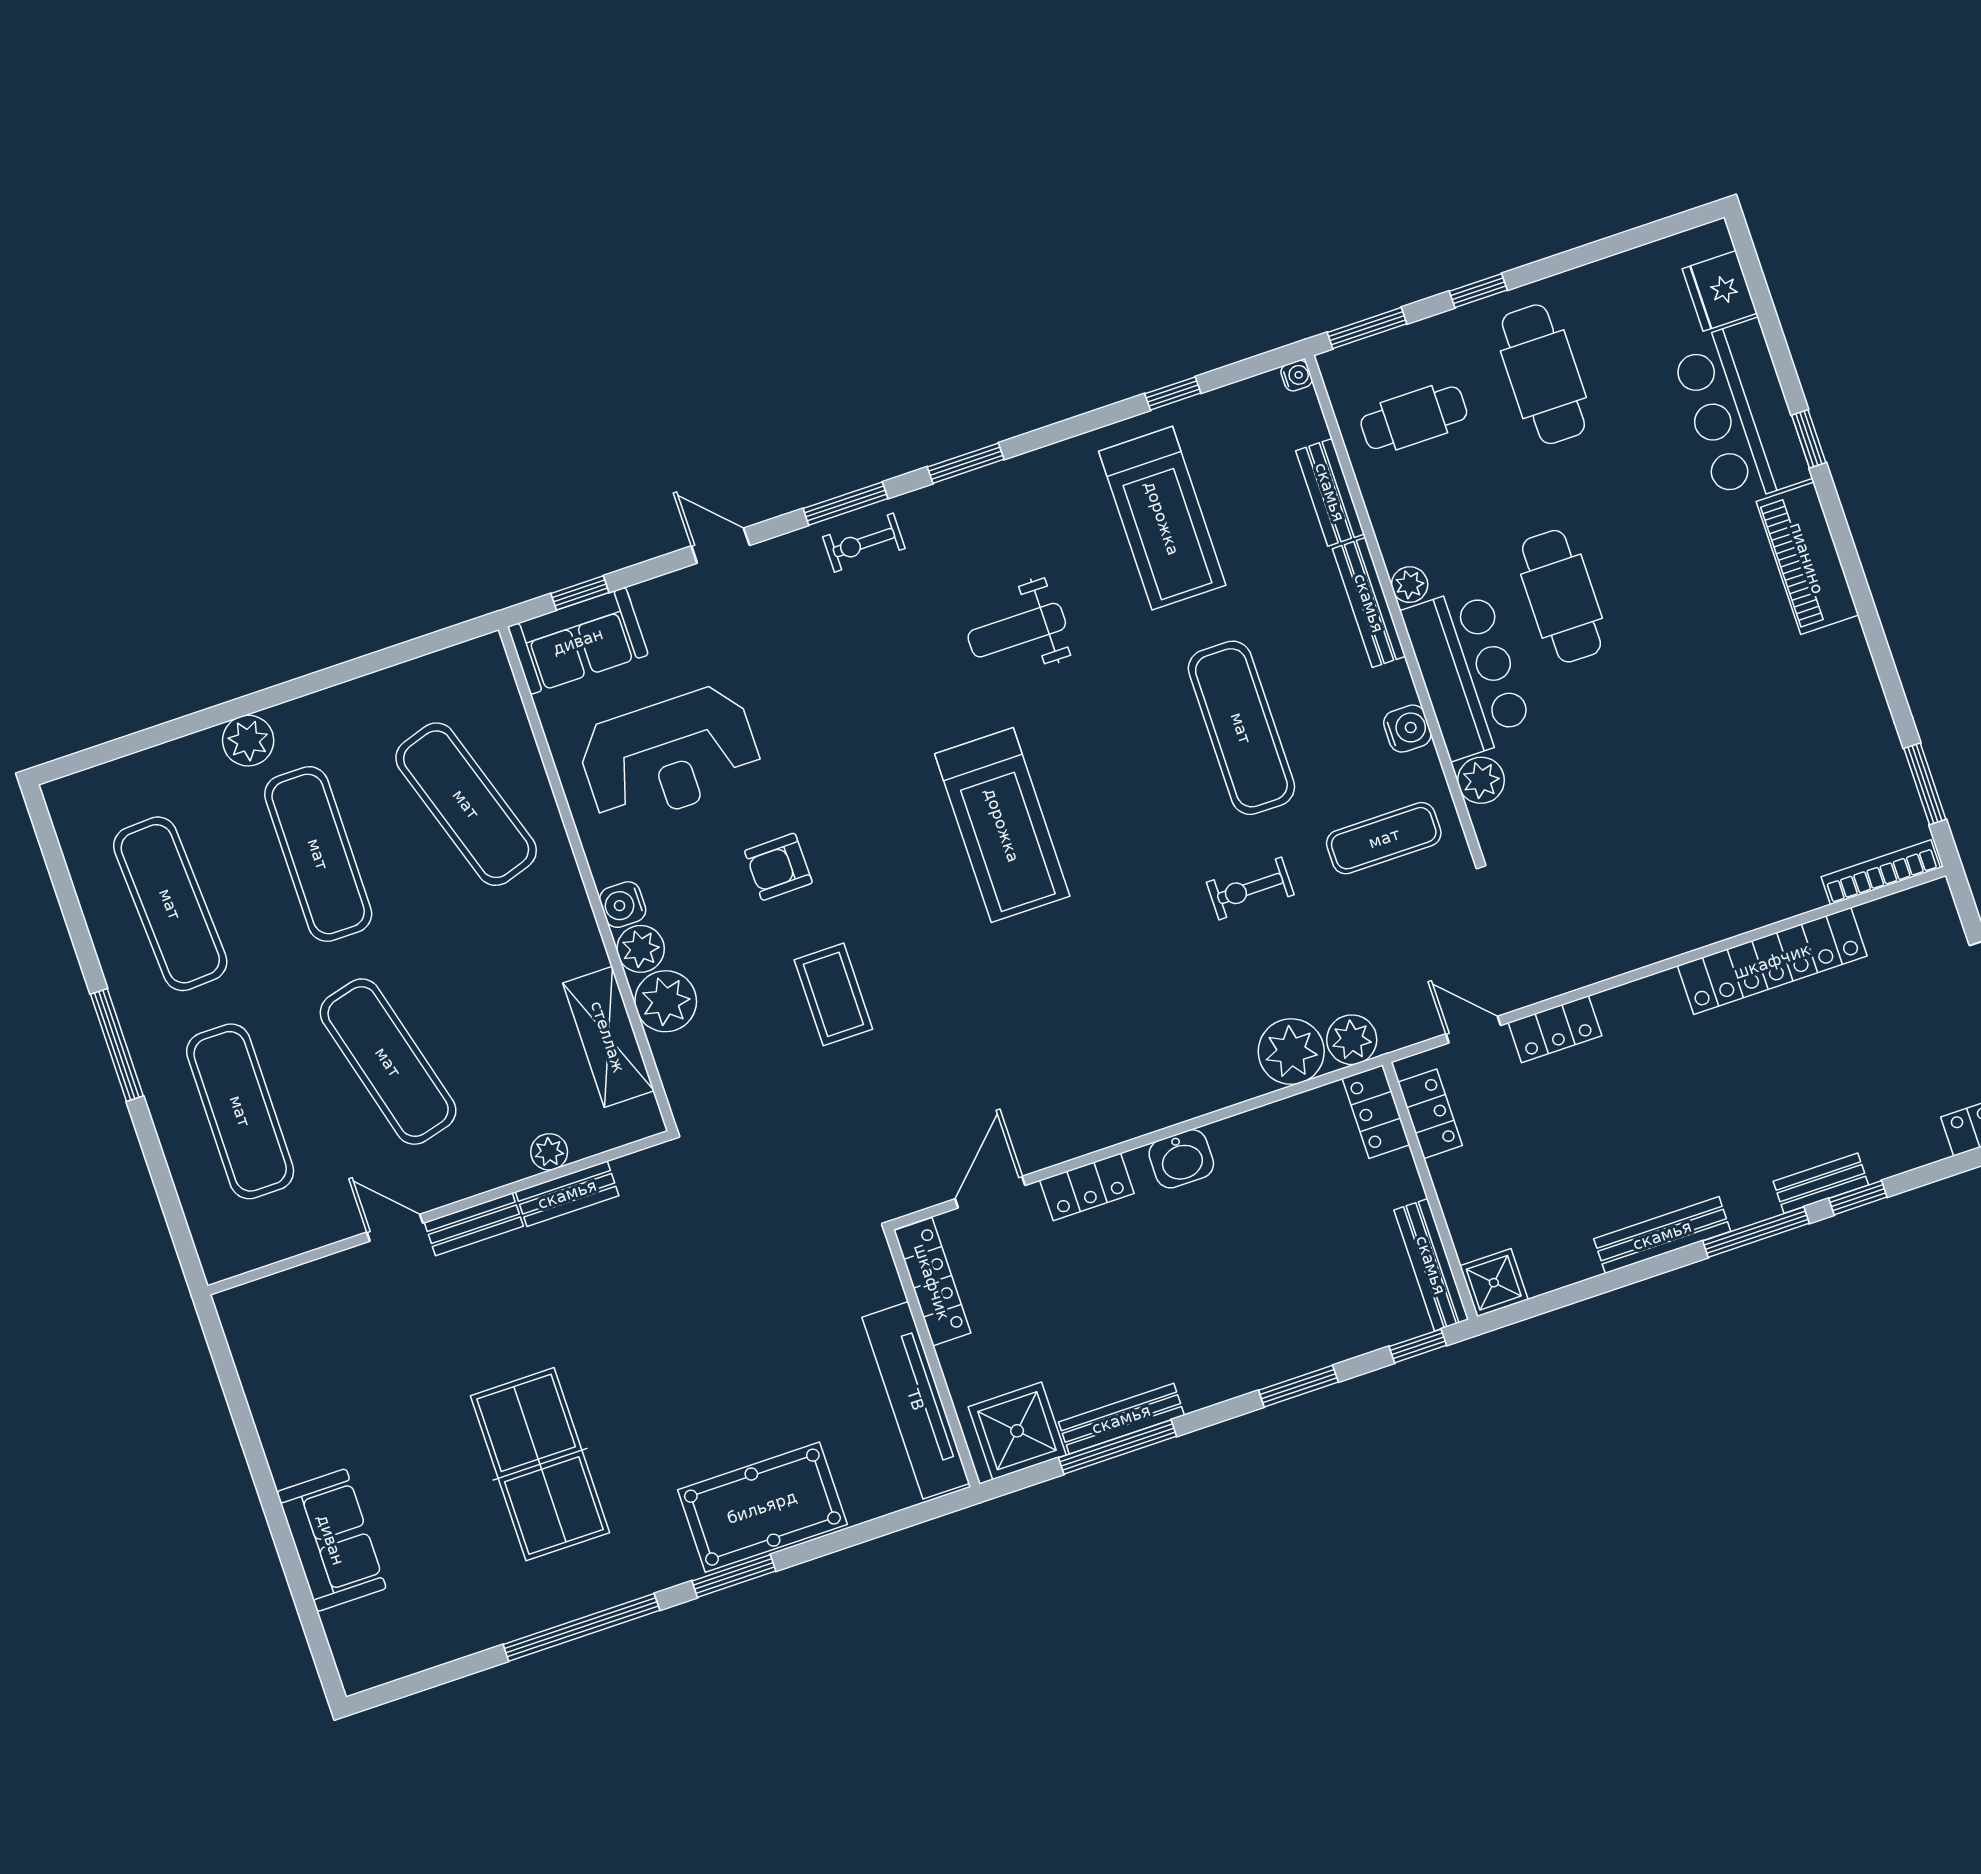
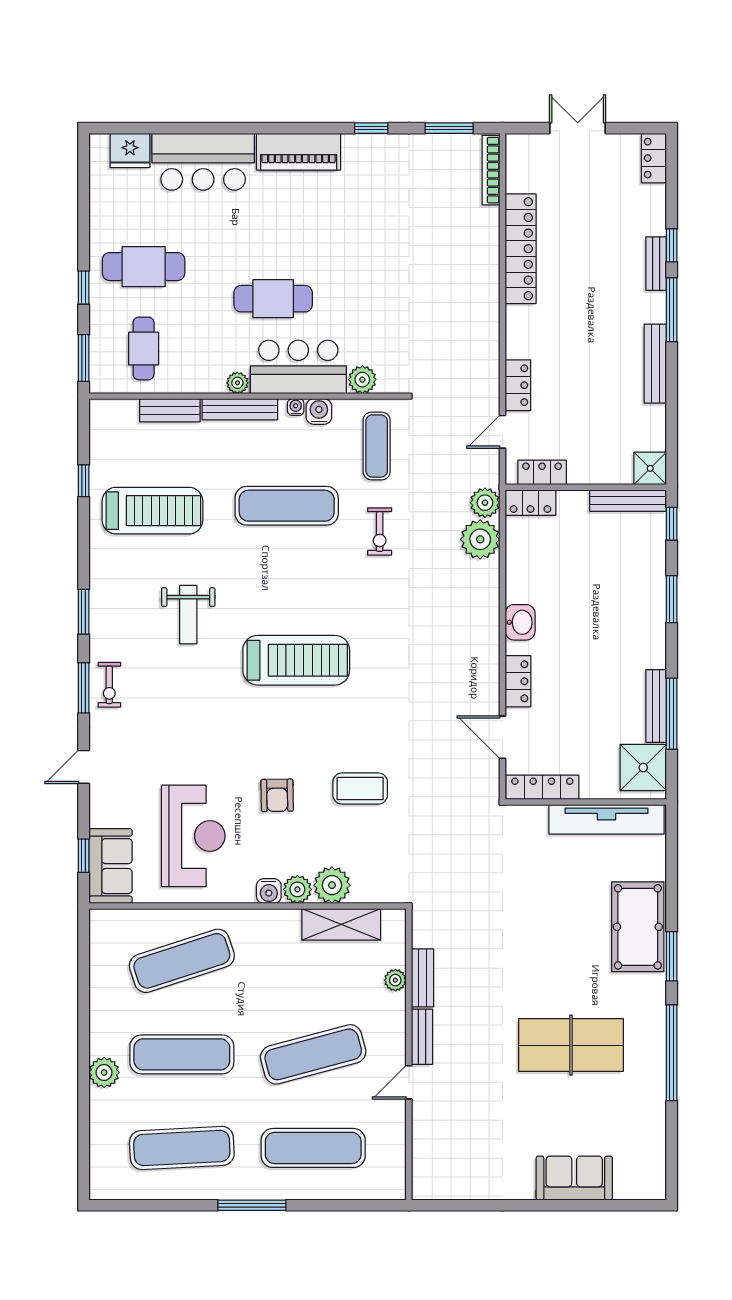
water cooler: (1297, 376) -> (296, 407), moved
window: (1809, 439) -> (371, 128), moved

